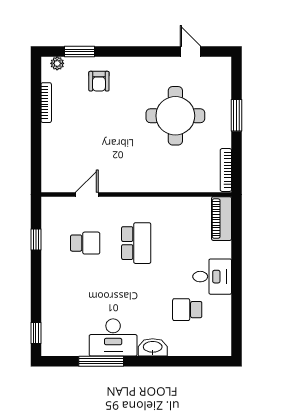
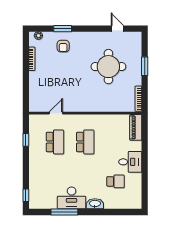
window: (79, 52) -> (63, 29), moved
school desk: (85, 243) -> (55, 142), width x1.85
school desk: (187, 310) -> (115, 181), turned 180

